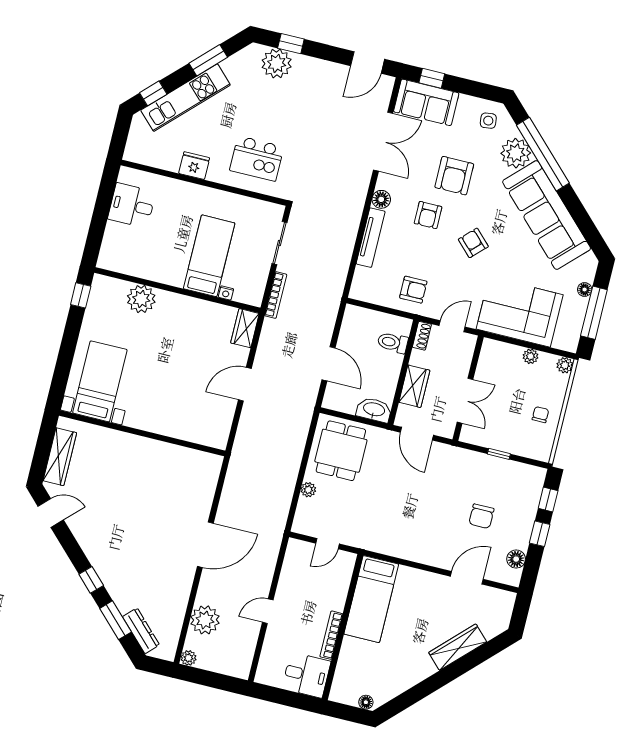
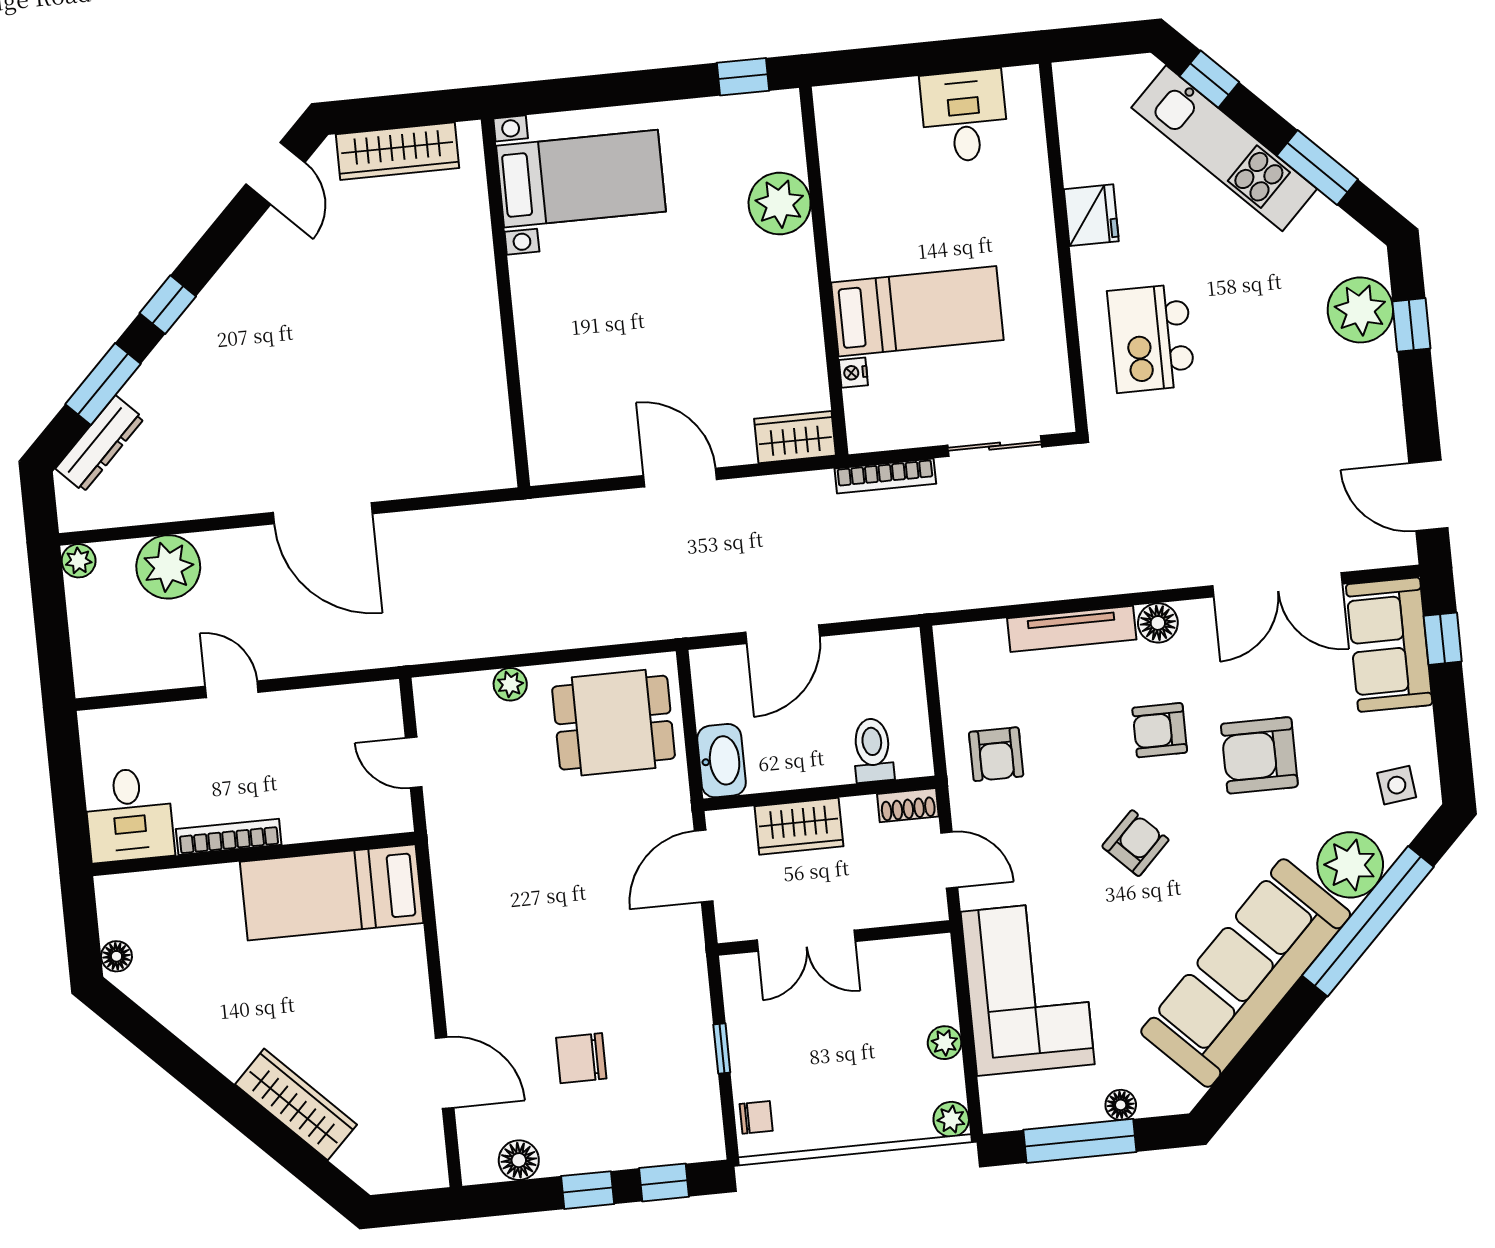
chair: (540, 415) -> (756, 1117), moved

